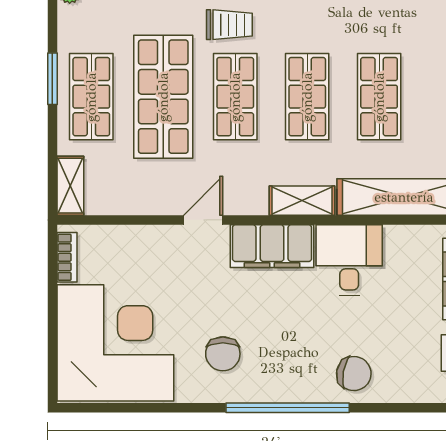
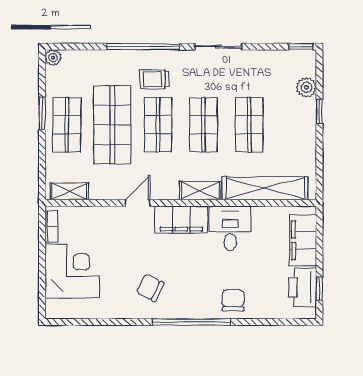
trolley: (229, 25) -> (154, 79), turned 180
shelving: (70, 186) -> (69, 191), moved, turned 90
corner desk: (115, 343) -> (72, 271), width x0.74, depth x0.74
chair: (223, 354) -> (150, 288), turned 116
chair: (354, 374) -> (233, 300), turned -100

